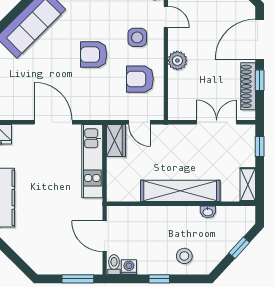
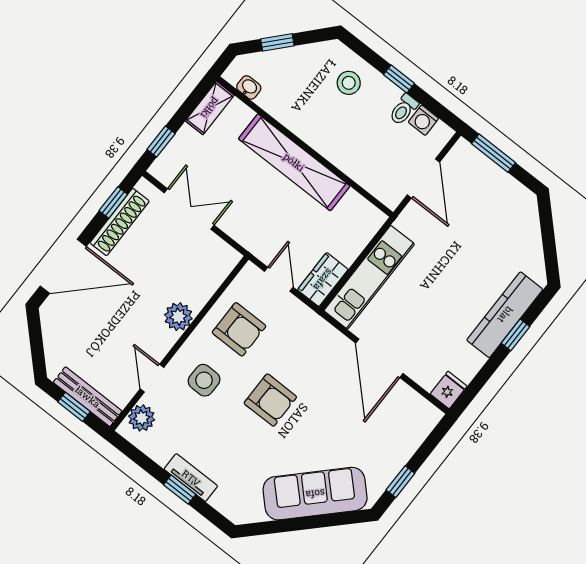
window: (260, 80) -> (113, 202), moved
double door: (217, 122) -> (189, 209), swing flipped
washbasin: (208, 212) -> (249, 87), moved
toilet: (114, 265) -> (404, 110), moved

